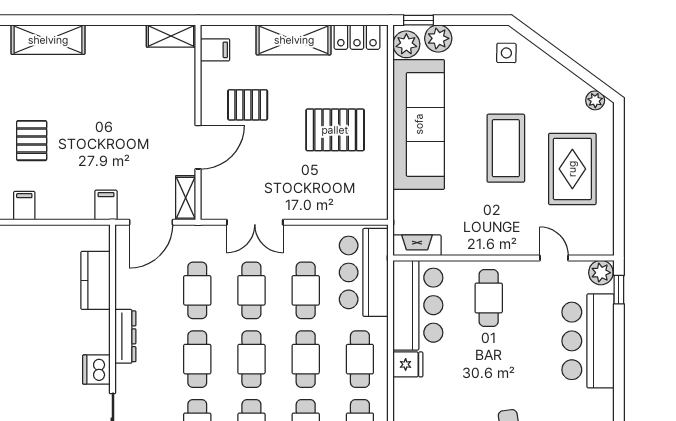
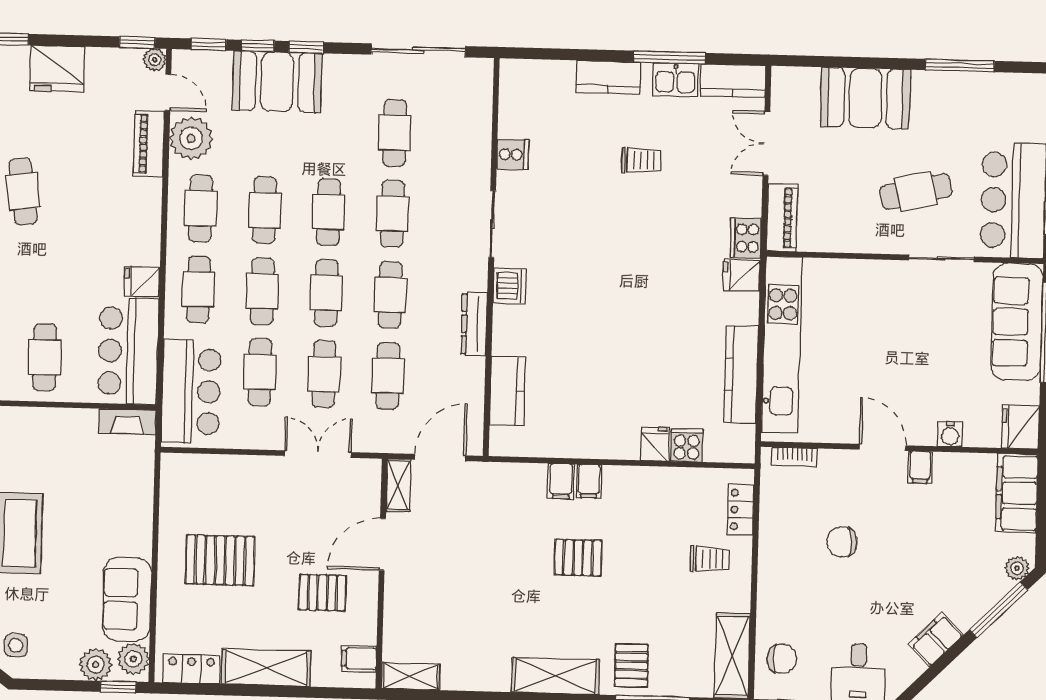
sofa: (419, 124) -> (127, 599), width x0.54, depth x0.79
pallet: (32, 141) -> (578, 558), turned 90
filing cabinet: (106, 205) -> (561, 481), moved

